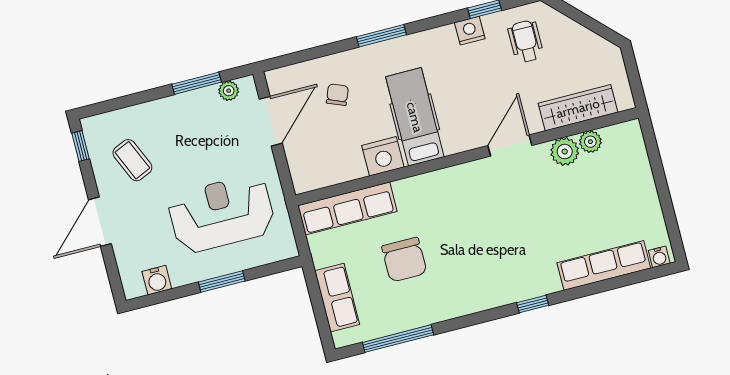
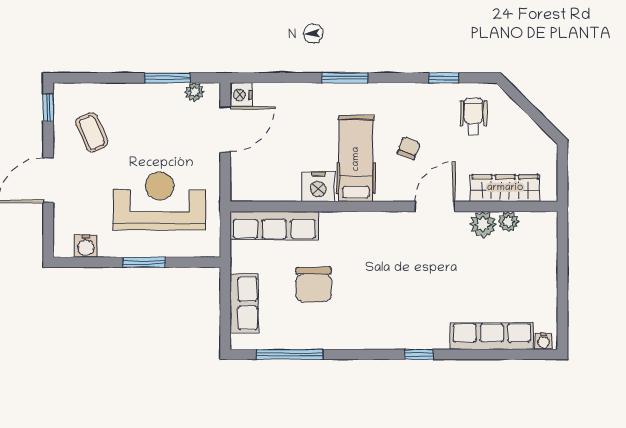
nightstand: (470, 31) -> (241, 95), moved, turned -90
chair: (337, 95) -> (409, 148), moved

